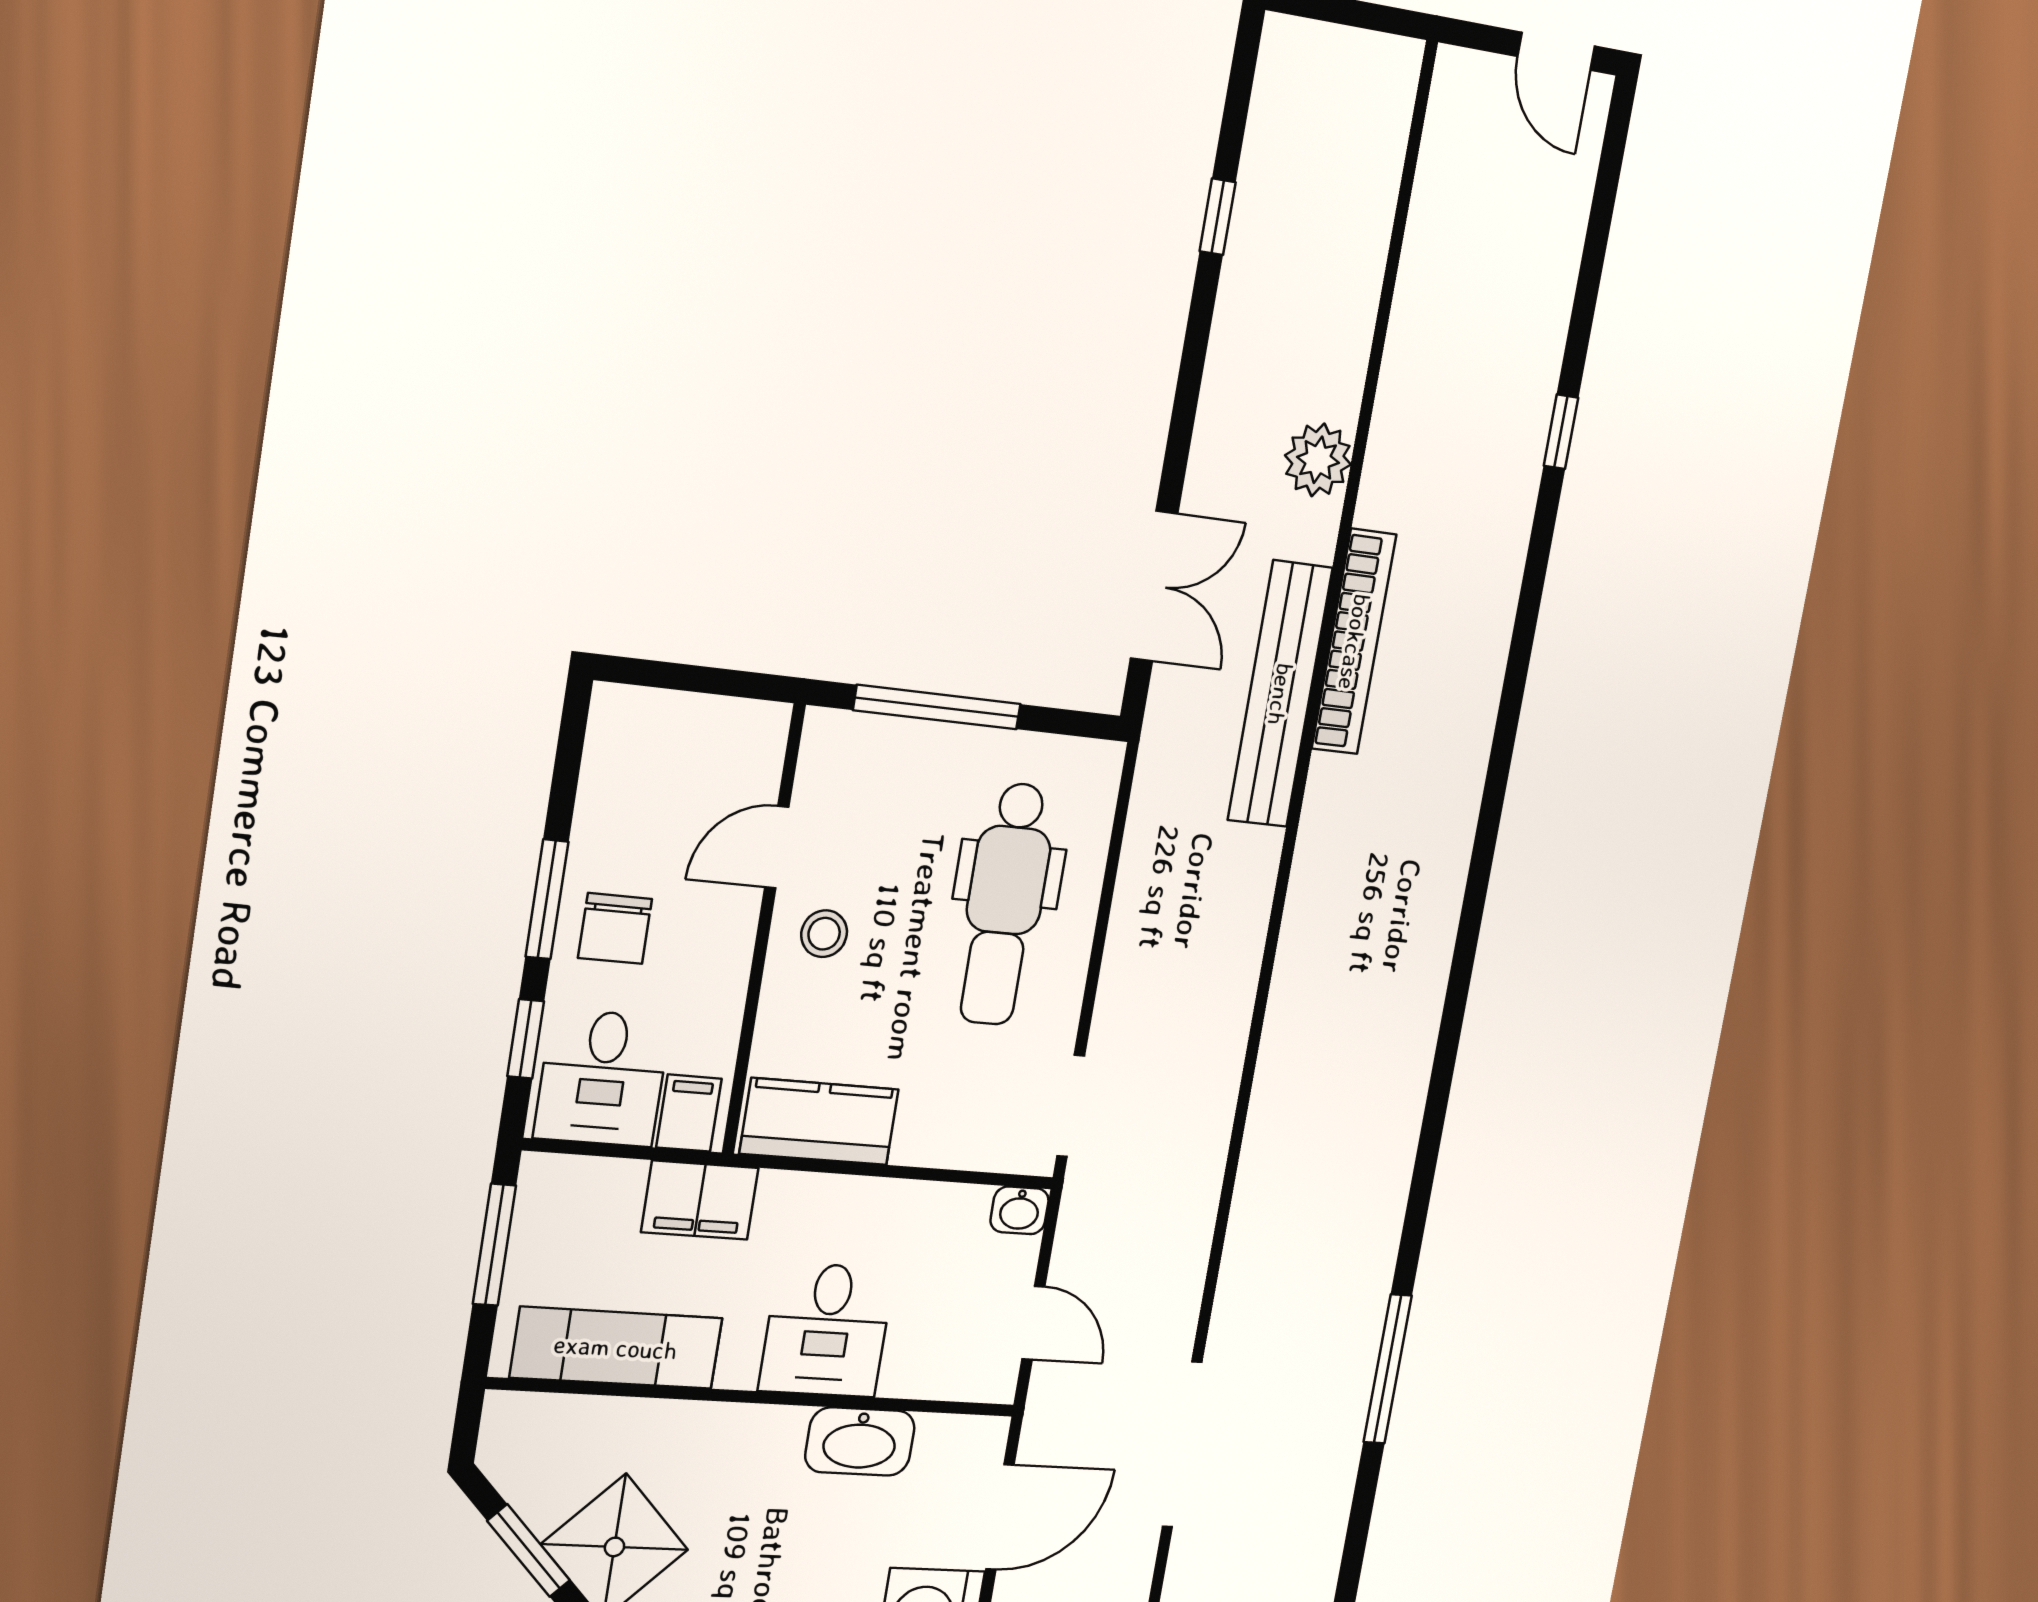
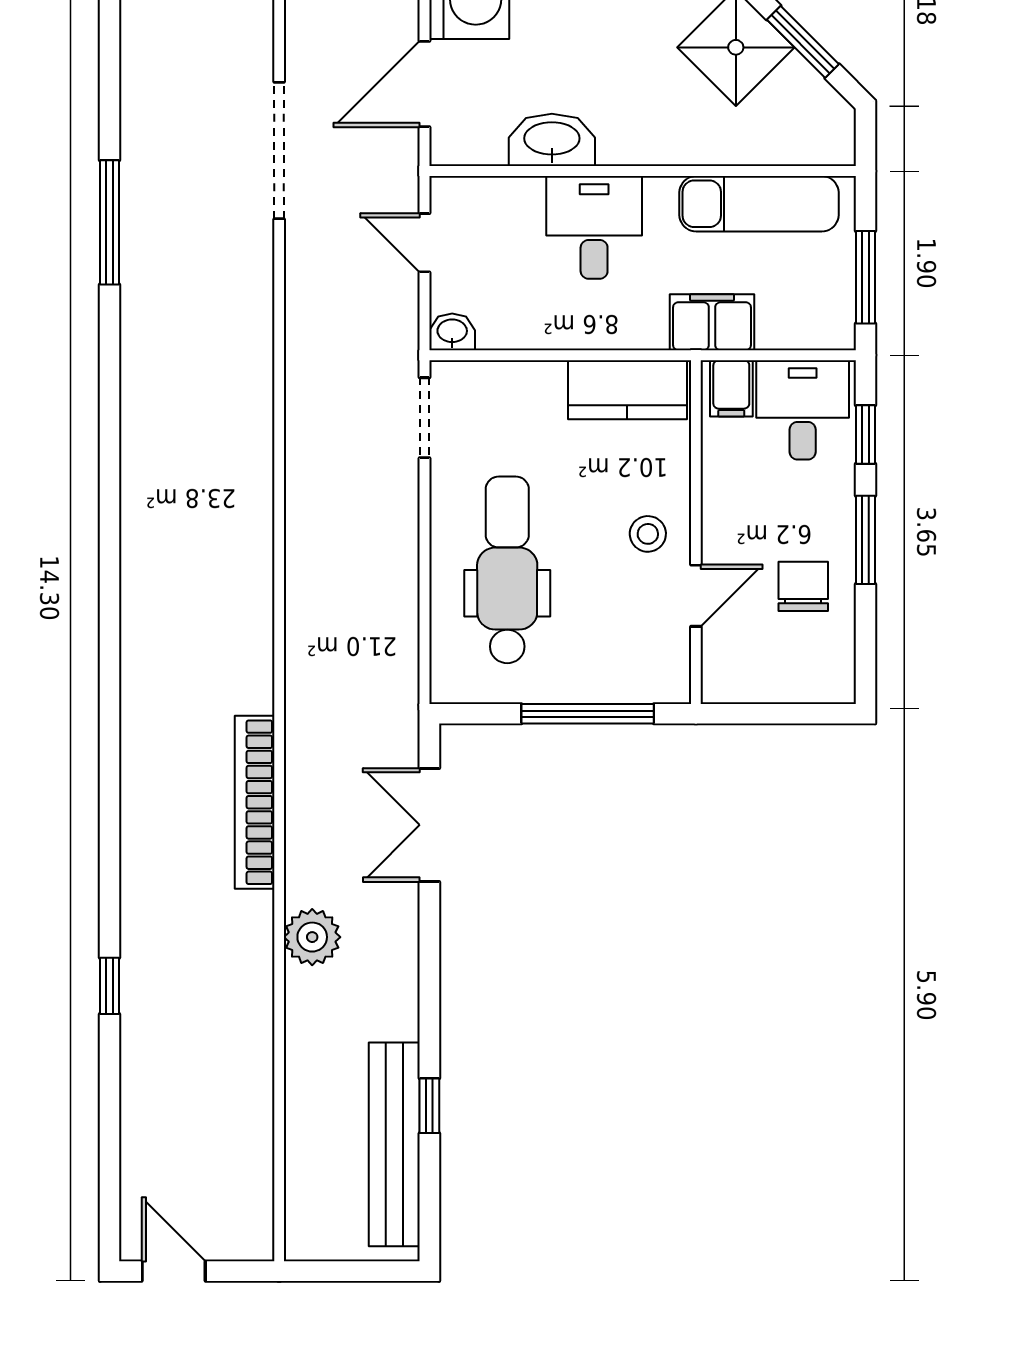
bench: (1280, 694) -> (394, 1144), moved
chair: (615, 928) -> (803, 586), moved

